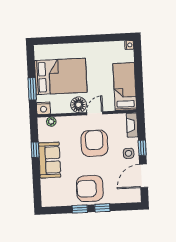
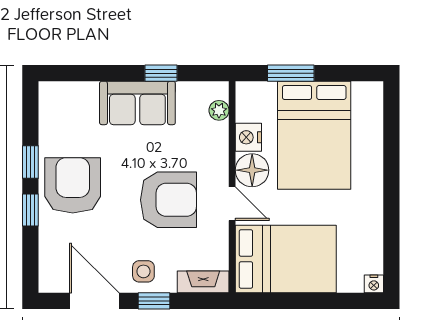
bed: (125, 87) -> (286, 259), width x1.50
nightstand: (43, 108) -> (248, 137), moved

